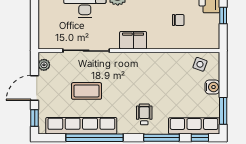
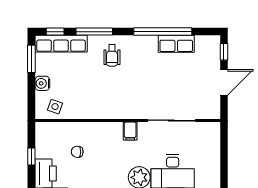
filing cabinet: (133, 40) -> (130, 131), width x0.50
plant: (44, 65) -> (214, 106), removed
coffee table: (87, 91) -> (171, 79), removed
row of seats: (81, 126) -> (176, 44), width x0.50

